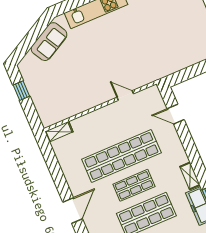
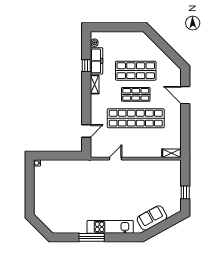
door: (125, 96) -> (115, 159), swing flipped
door: (176, 114) -> (86, 131), hinge flipped
door: (73, 210) -> (185, 95), hinge flipped

